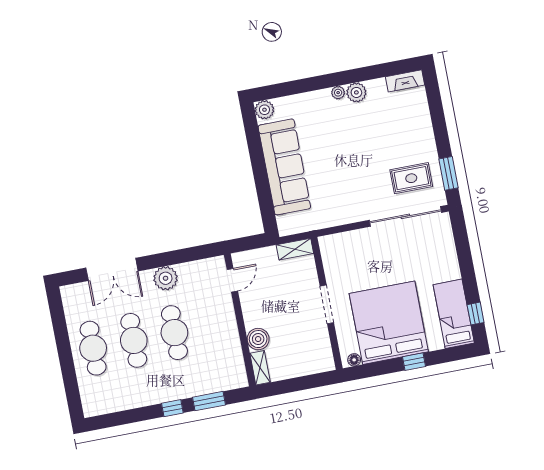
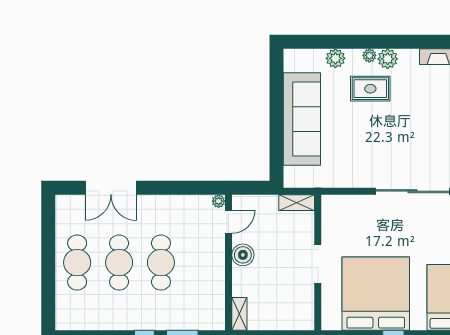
plant: (264, 110) -> (335, 58), moved
rug: (411, 178) -> (370, 89), moved
plant: (166, 278) -> (219, 201), moved, width x0.53, depth x0.53
boiler: (258, 339) -> (243, 255), moved
floor lamp: (354, 360) -> (334, 324), removed

